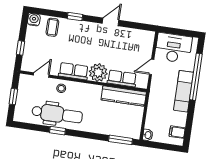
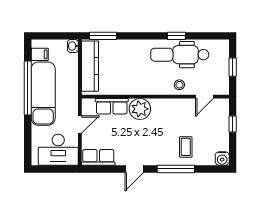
window: (75, 17) -> (176, 169), width x2.17
coffee table: (52, 27) -> (186, 147), moved
row of seats: (74, 71) -> (98, 157), moved, turned 180
window: (196, 77) -> (28, 88), moved
exam couch: (183, 91) -> (43, 94), width x1.36, depth x1.45
kitchen counter: (124, 96) -> (90, 66), moved, turned 90

